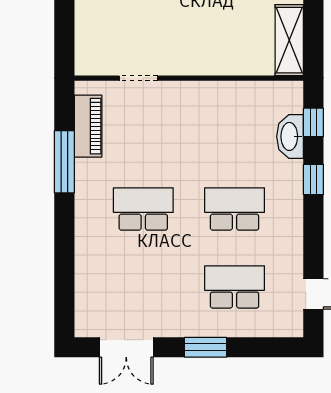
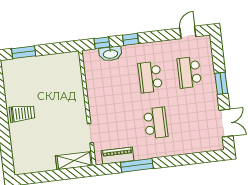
shelving: (289, 40) -> (74, 161), moved
school desk: (143, 209) -> (156, 123), turned 180

